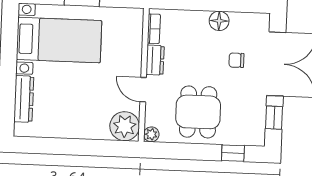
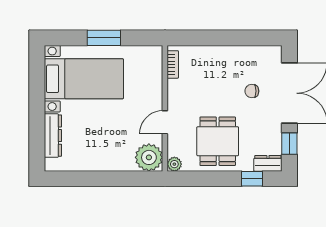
floor lamp: (219, 21) -> (234, 55), removed
dresser: (155, 60) -> (268, 163), moved, turned -90
door: (143, 90) -> (165, 122), hinge flipped

